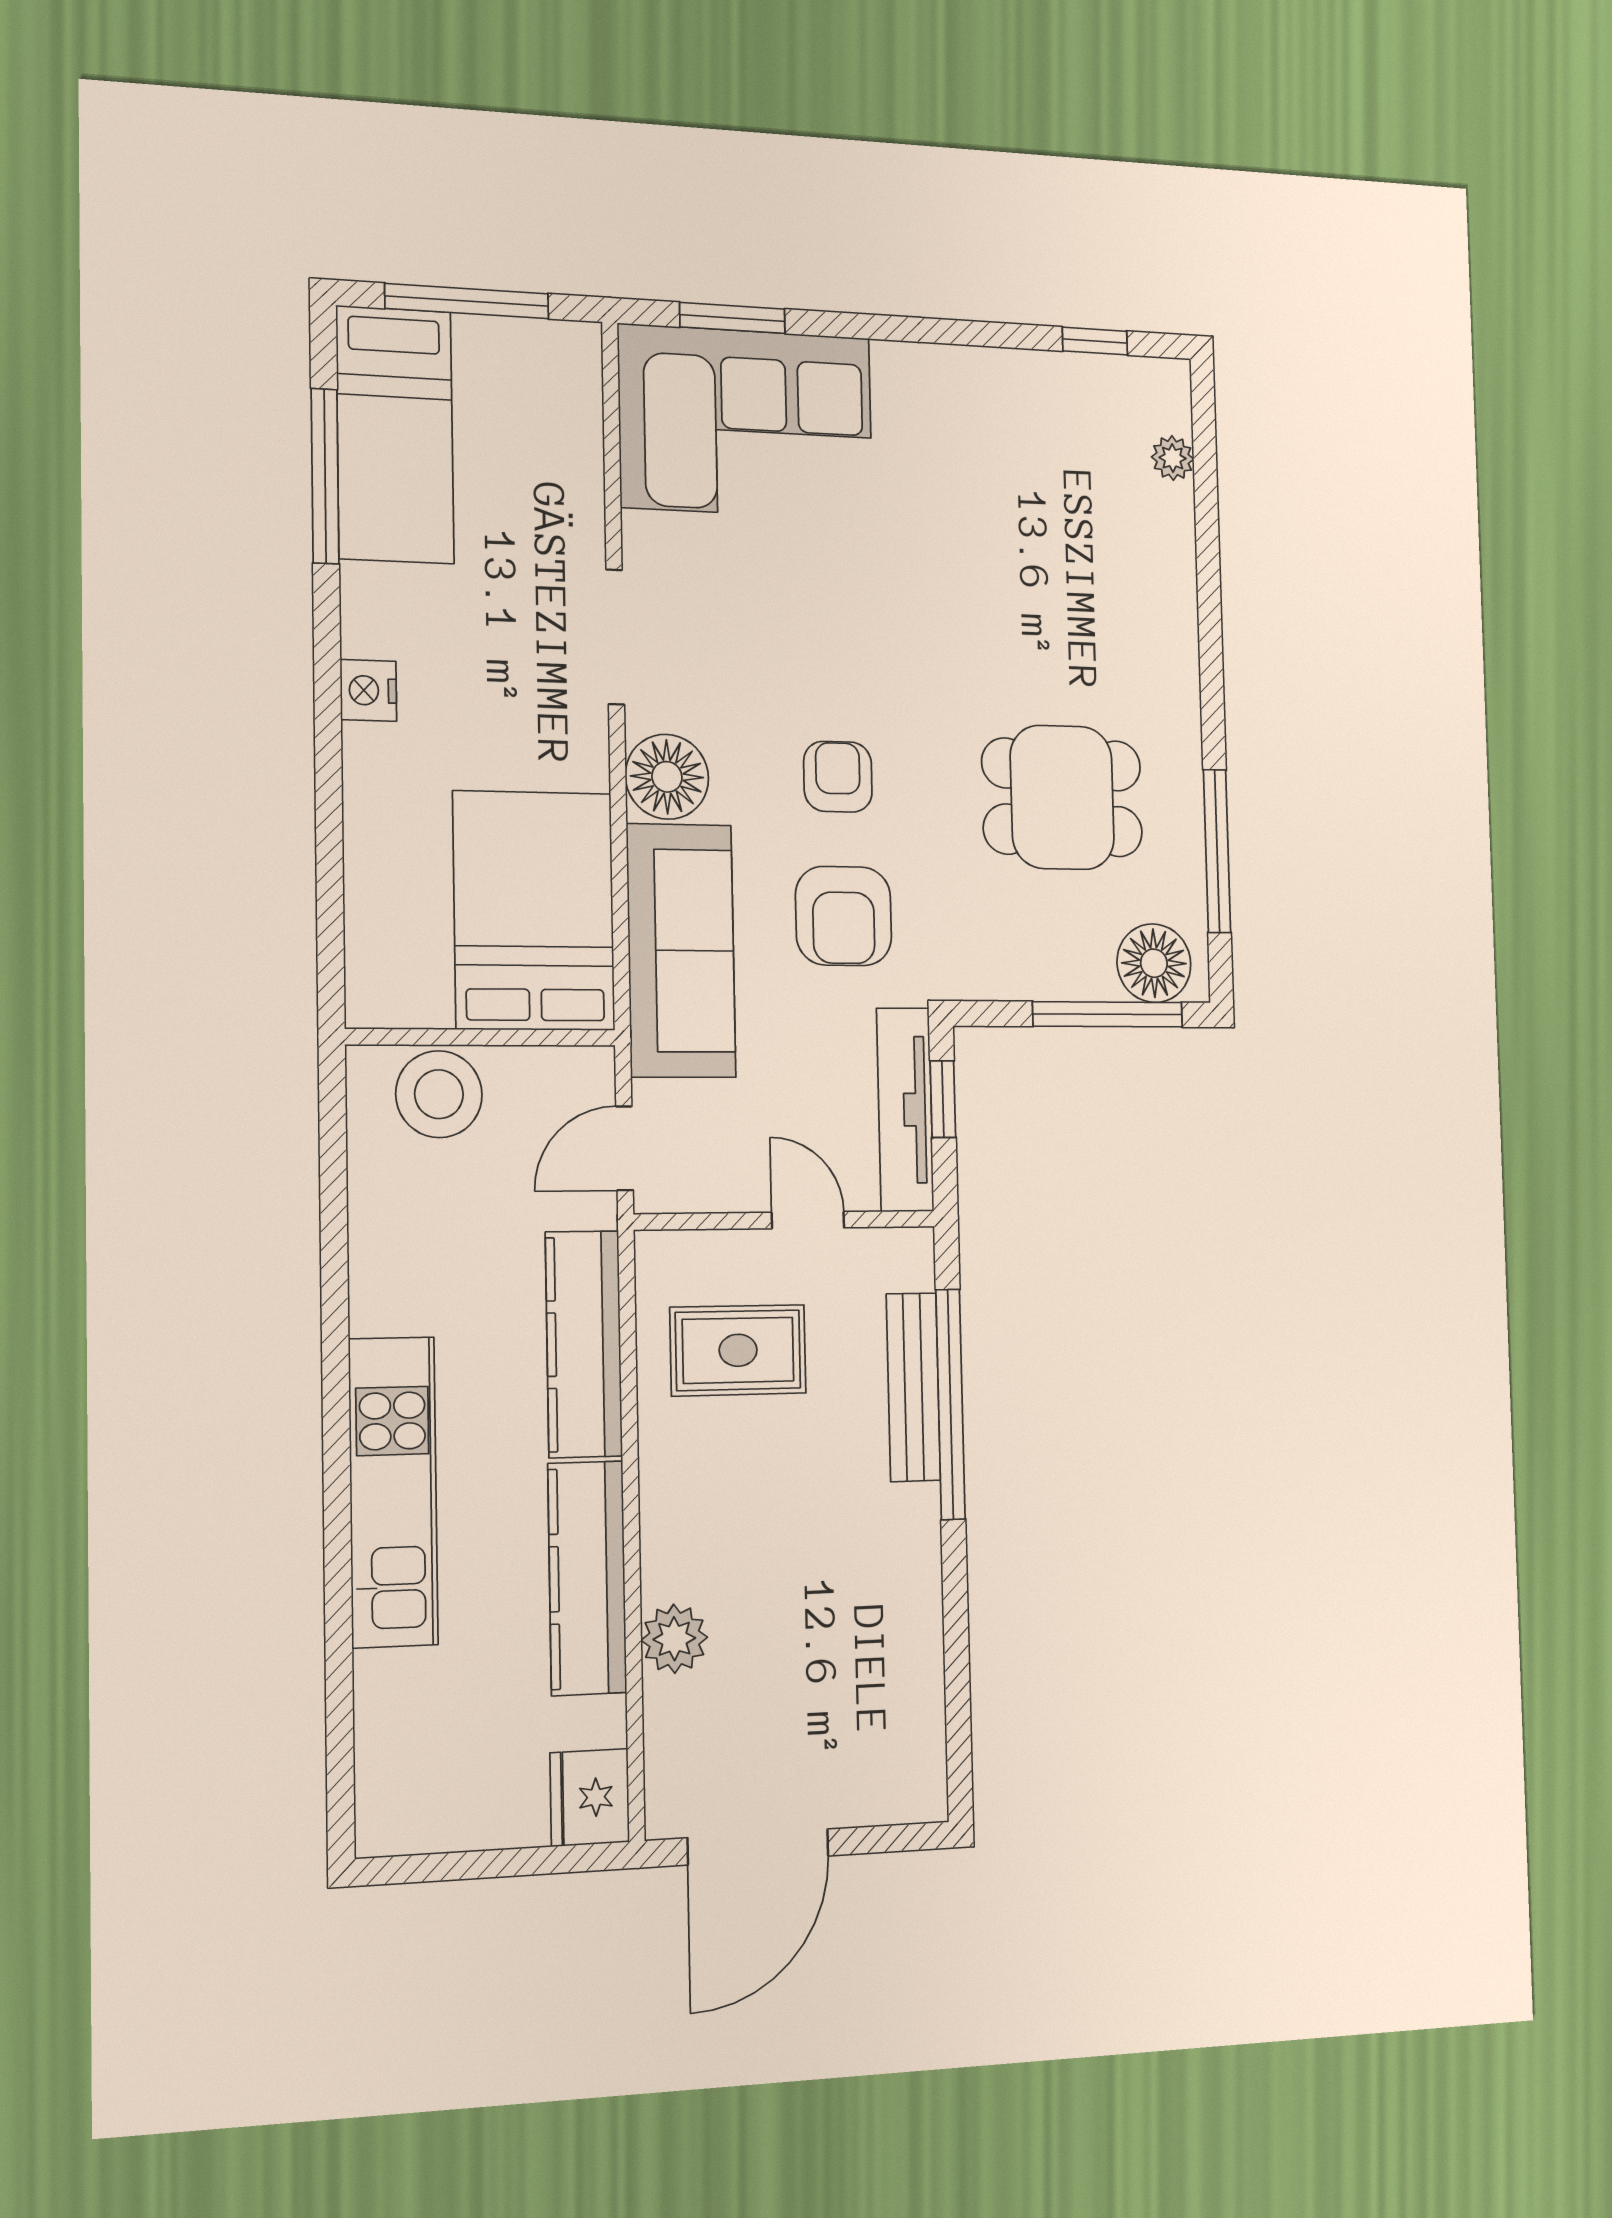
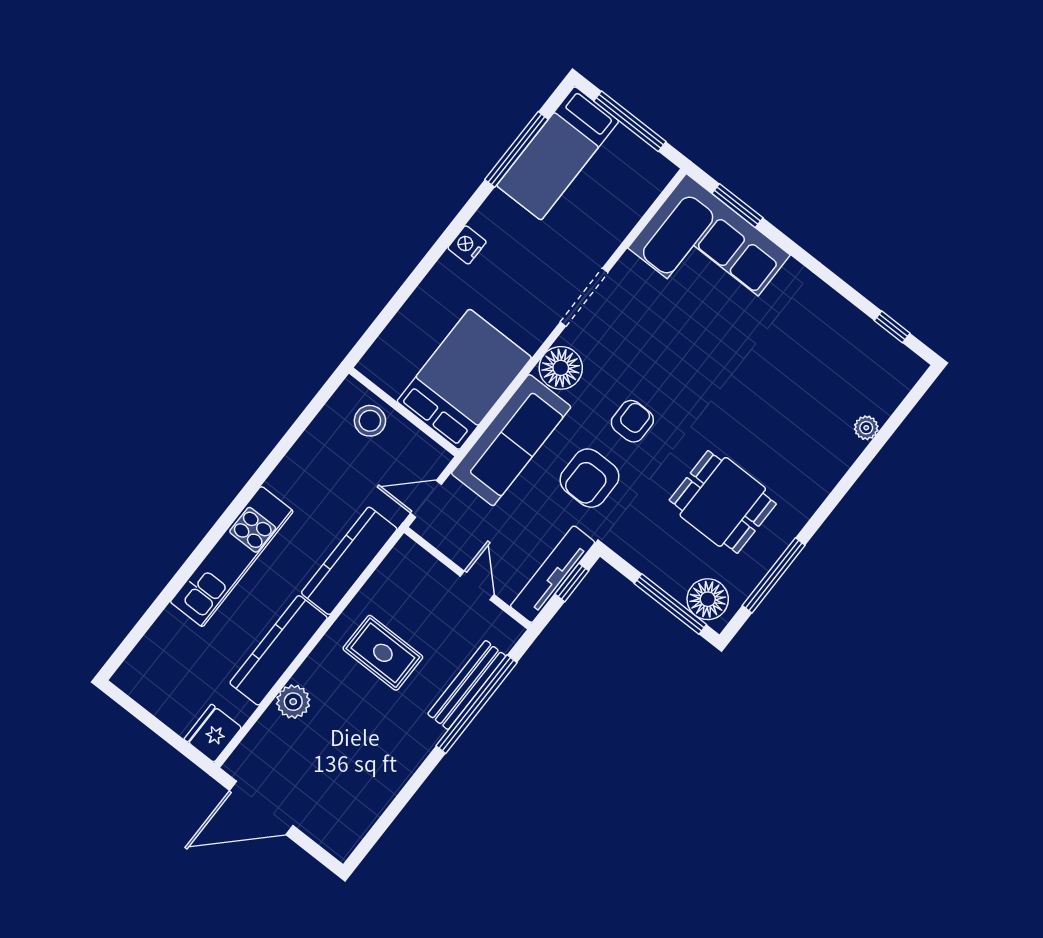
plant: (1173, 458) -> (866, 428), moved
stool: (439, 1094) -> (370, 421), width x0.73, depth x0.73
rug: (738, 1350) -> (383, 653), moved

